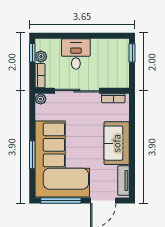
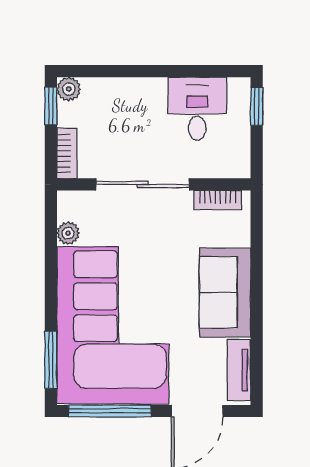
desk: (76, 54) -> (197, 109), moved
plant: (41, 56) -> (69, 89), moved
plant: (41, 99) -> (68, 233), moved
window: (32, 155) -> (51, 360), moved

